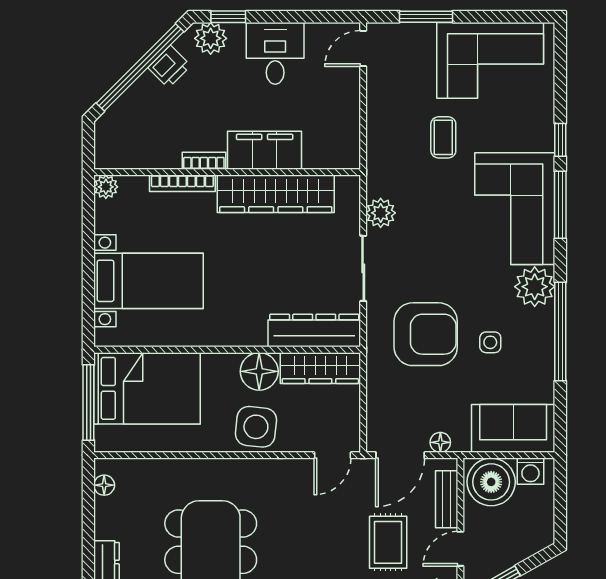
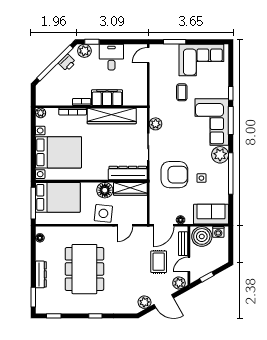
bed with nightstands: (149, 281) -> (58, 152), width x1.36
door: (332, 455) -> (125, 225), moved

